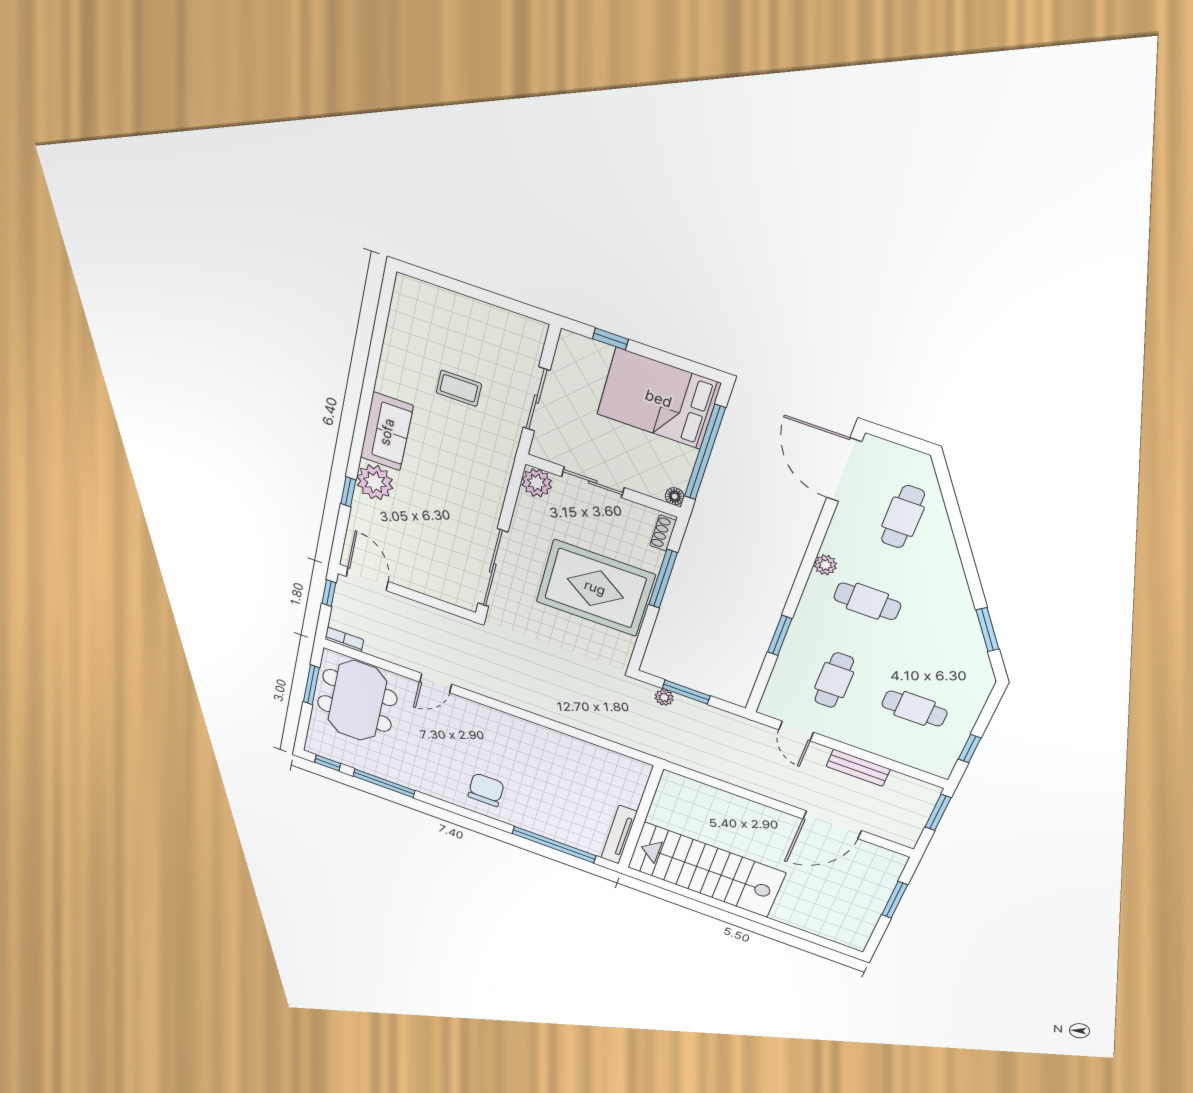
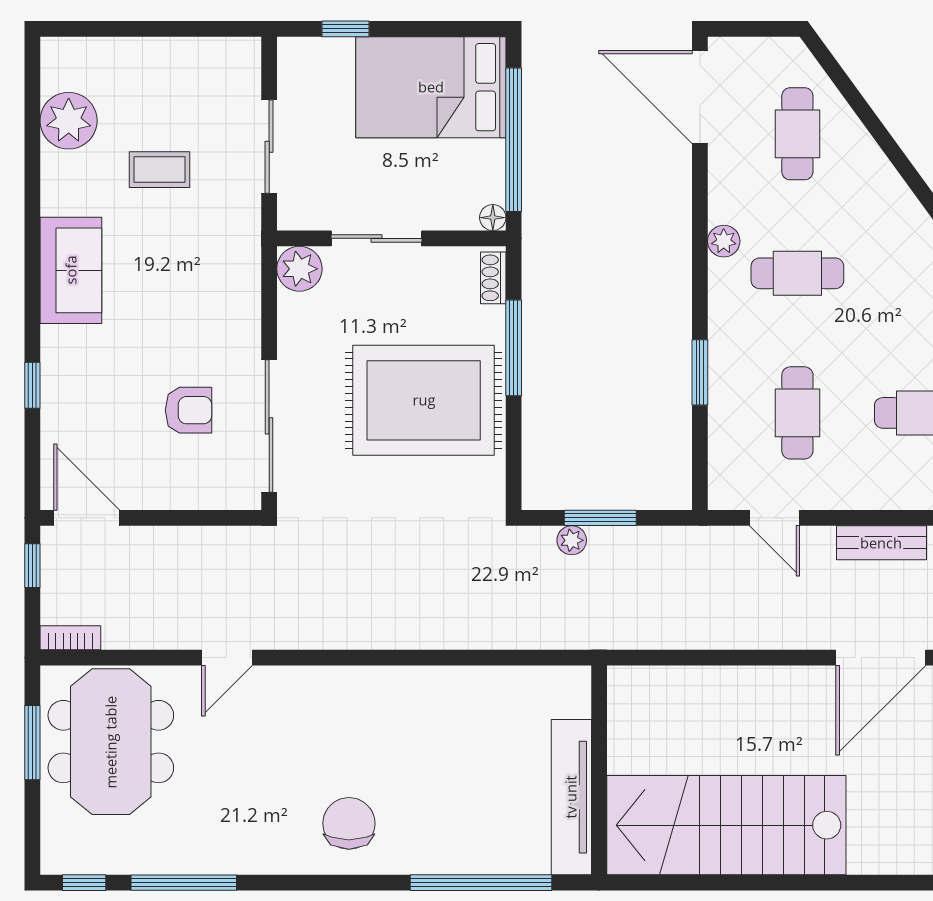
plant: (375, 482) -> (69, 121), moved
armchair: (444, 541) -> (189, 410), added
tv unit: (619, 835) -> (571, 797), width x1.36, depth x1.29

